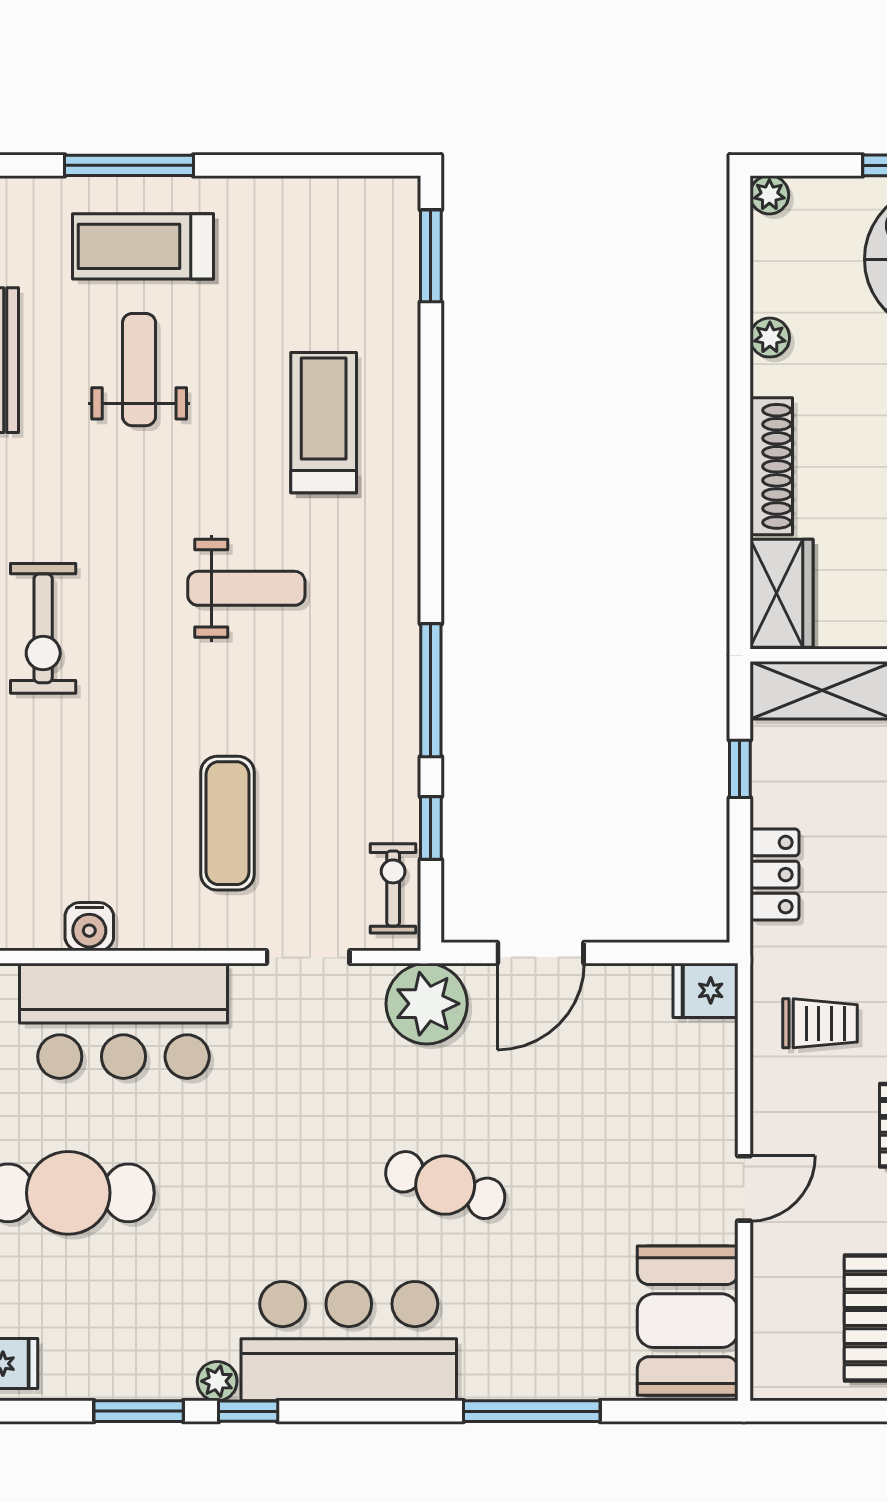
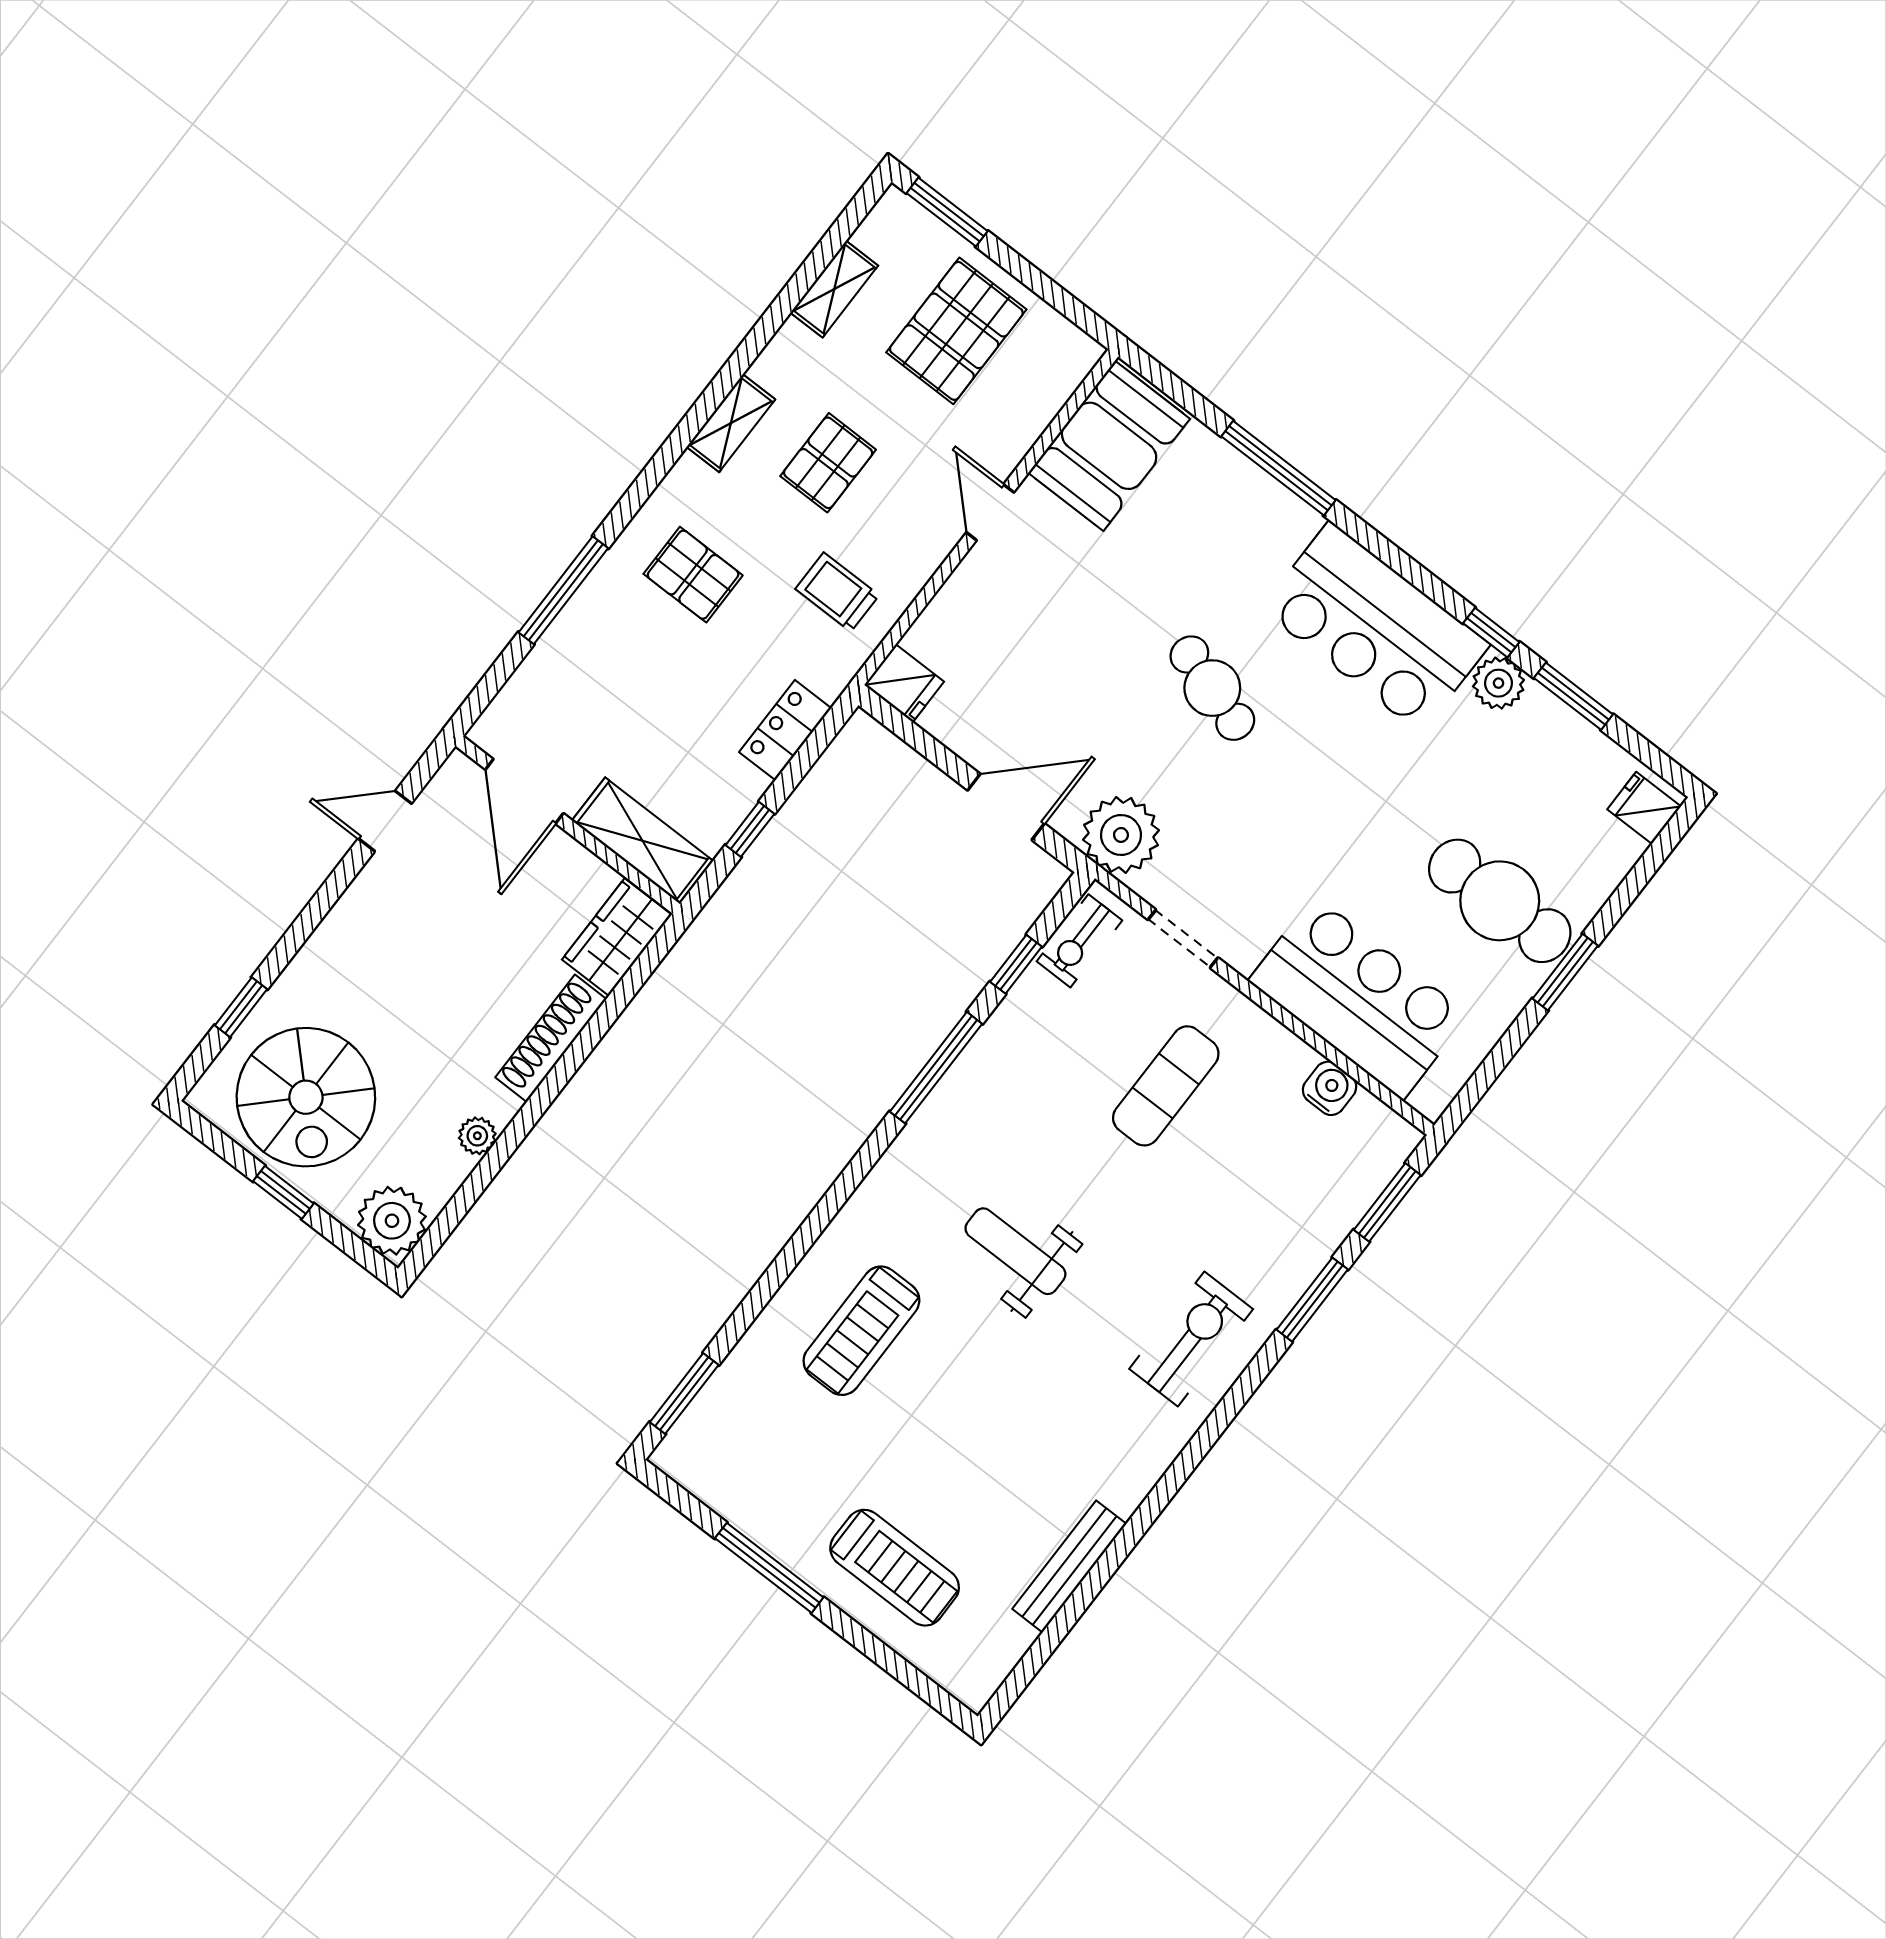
window: (129, 165) -> (769, 1568), moved
plant: (769, 195) -> (392, 1221), width x1.88, depth x1.88
weight bench: (139, 370) -> (969, 1478), removed
door: (744, 1188) -> (990, 512), hinge flipped
plant: (217, 1381) -> (1498, 683), width x1.38, depth x1.38

